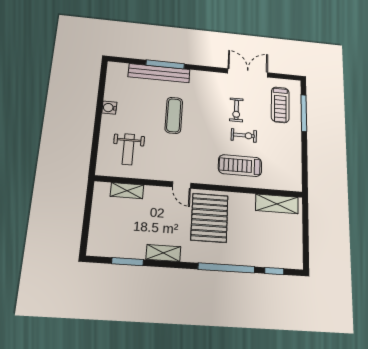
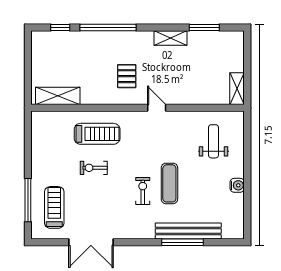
exercise bike: (236, 110) -> (143, 191), moved
shelving: (127, 191) -> (237, 89), moved, turned 90
pallet: (209, 218) -> (127, 76), width x0.49, depth x0.50

